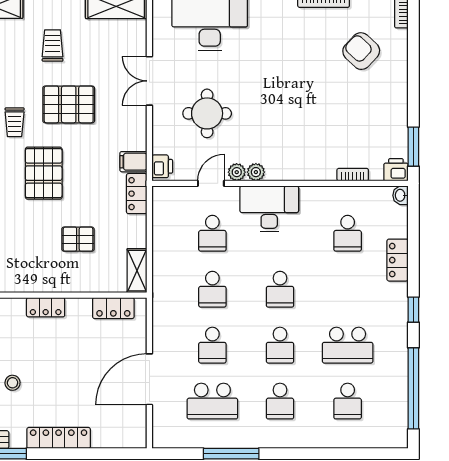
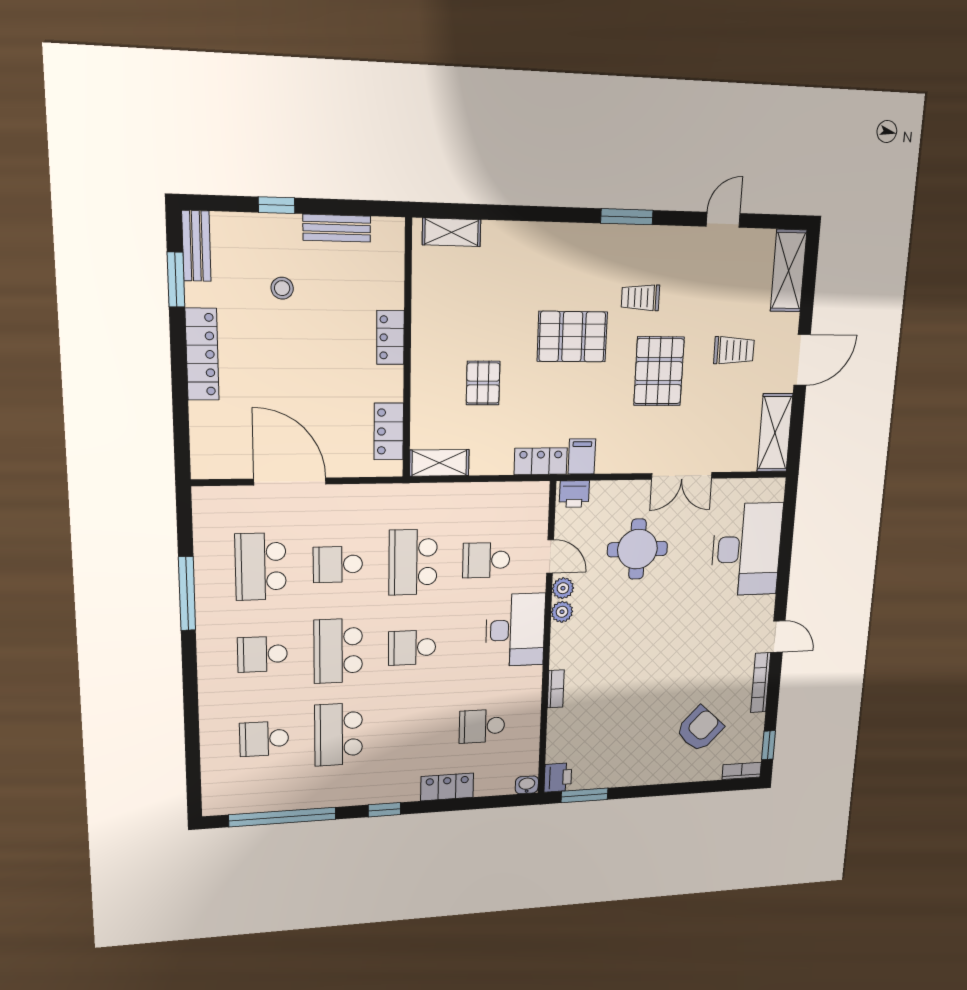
double door: (149, 81) -> (682, 476), swing flipped
bookcase: (353, 175) -> (556, 689), moved
school desk: (212, 289) -> (413, 562), width x1.85
school desk: (280, 345) -> (338, 651), width x1.85

